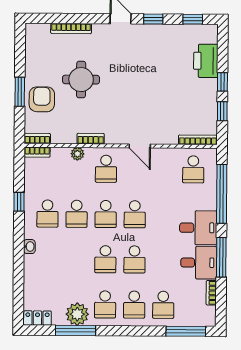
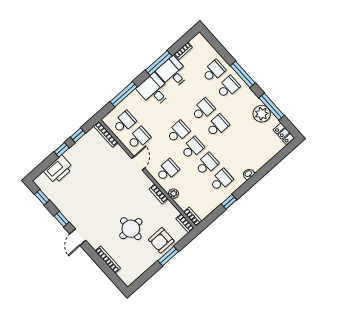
window: (222, 194) -> (124, 94), width x0.68
school desk: (105, 304) -> (139, 138), moved
window: (186, 331) -> (243, 74), moved

